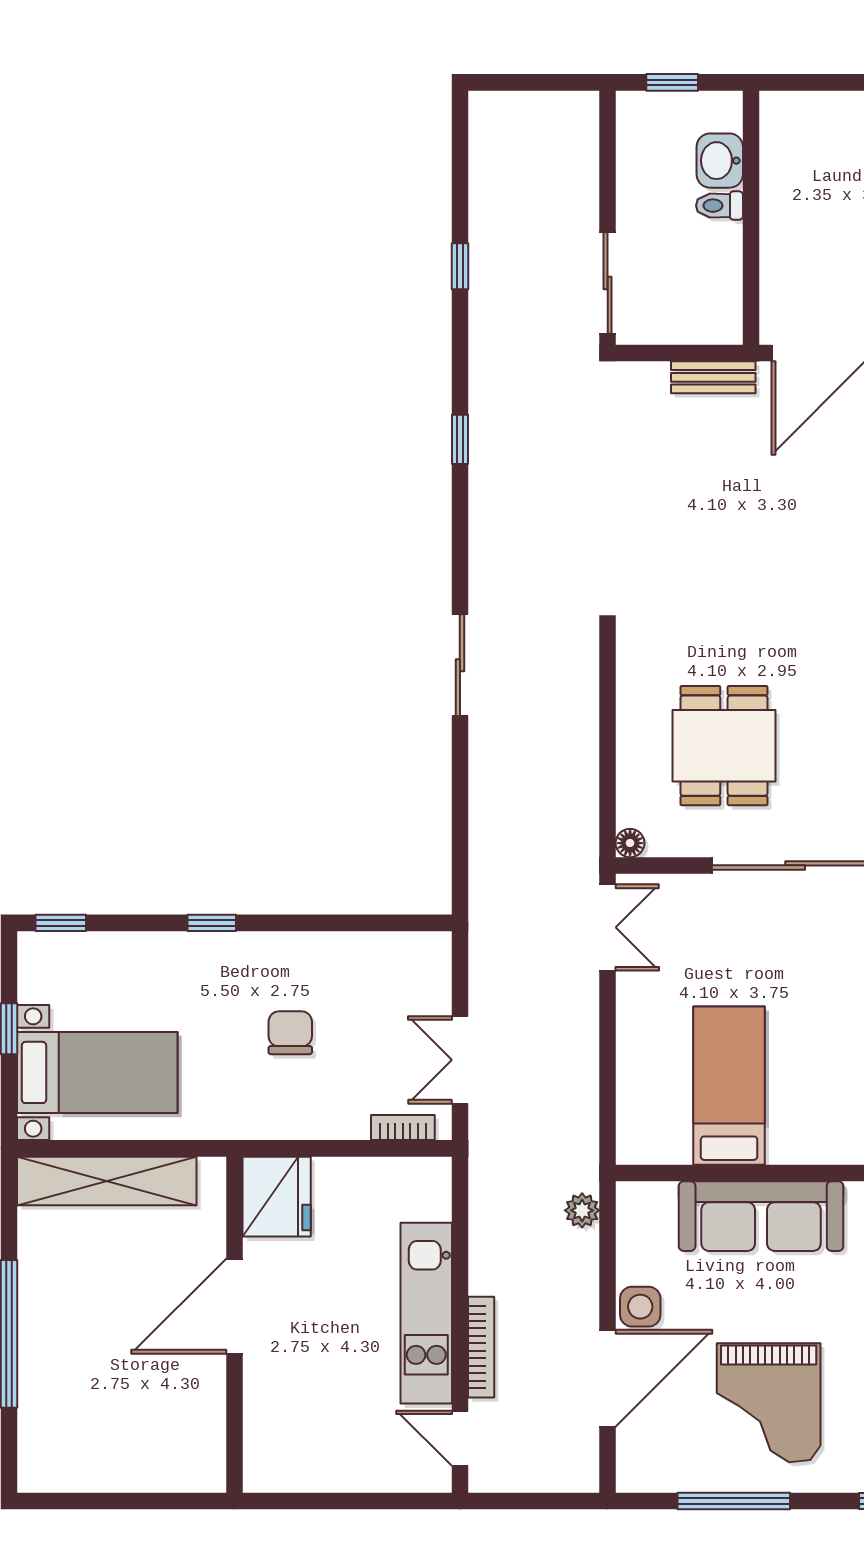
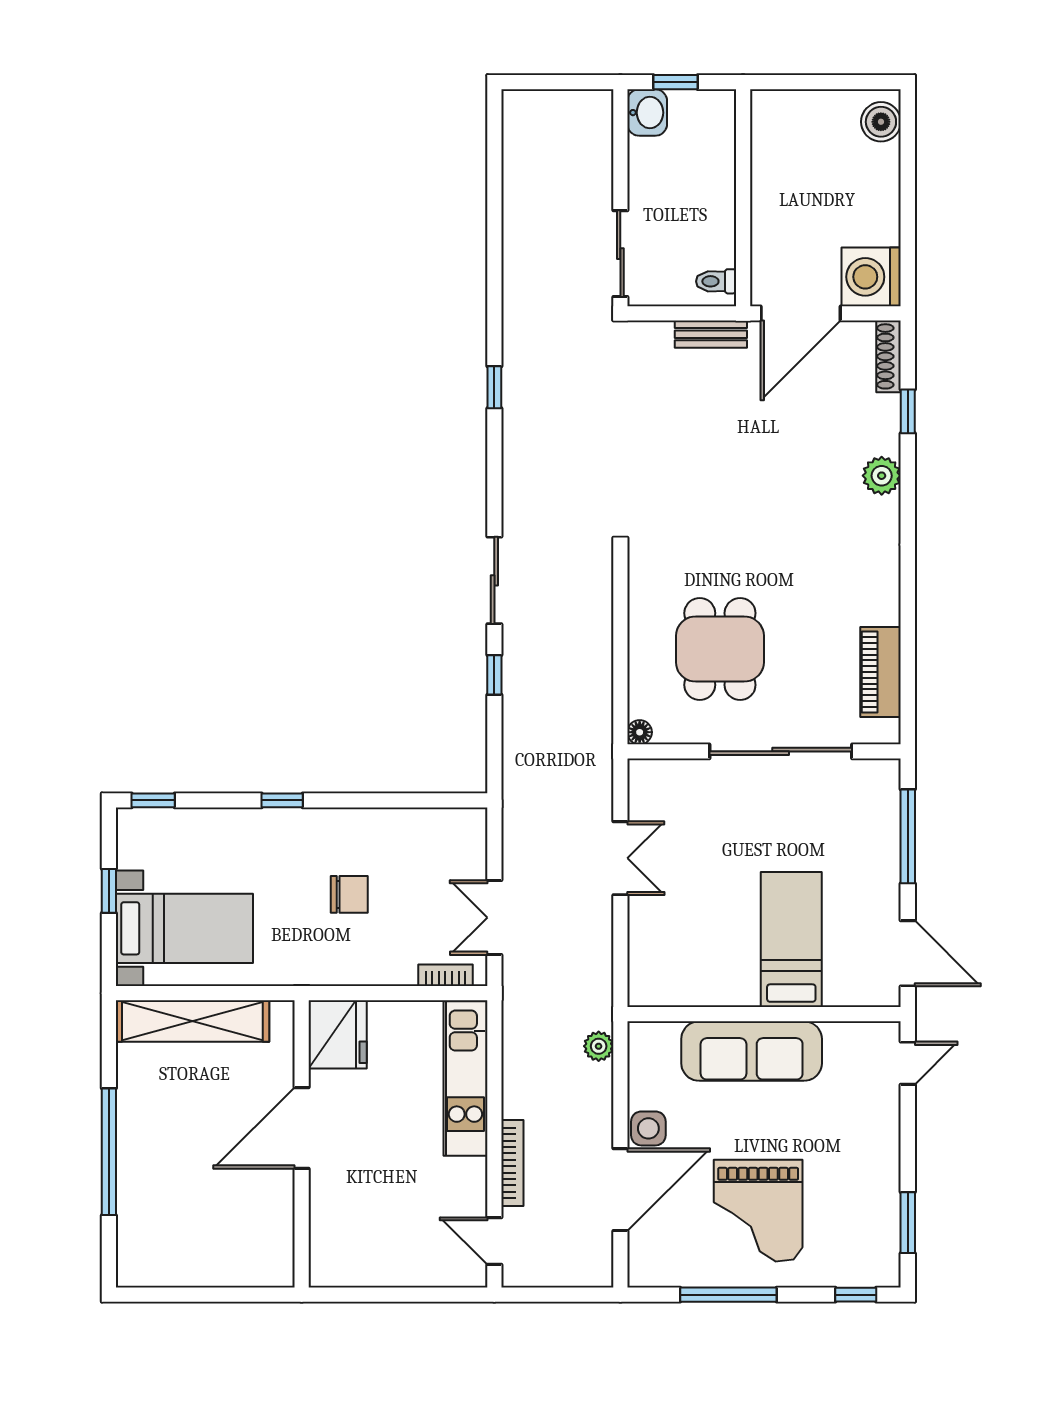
washbasin: (720, 161) -> (647, 113), moved, turned 180
toilet: (719, 206) -> (716, 281), moved
window: (460, 266) -> (494, 675), moved
double door: (608, 927) -> (620, 858), moved
chair: (290, 1033) -> (349, 894), turned 90
bed: (729, 1086) -> (791, 940), moved
kitchen unit: (426, 1313) -> (465, 1079), moved

